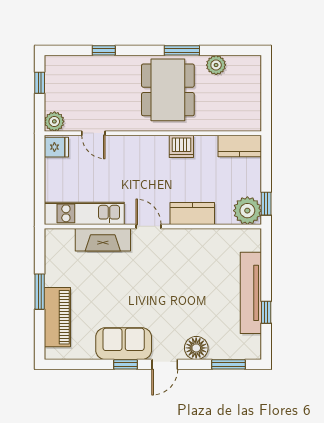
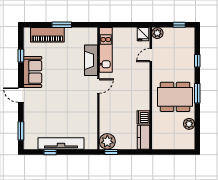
window: (182, 50) -> (197, 93), moved
dishwasher: (181, 146) -> (143, 117), moved
kitchen counter: (192, 214) -> (106, 110), removed
floor lamp: (196, 348) -> (30, 113), removed
window: (125, 364) -> (21, 56), moved

